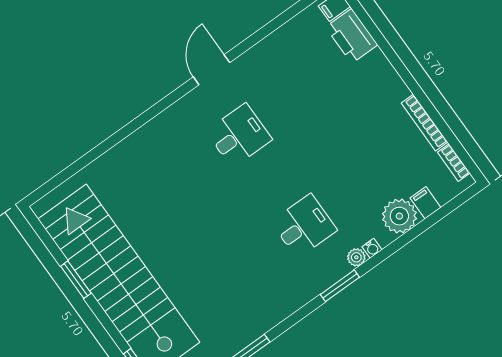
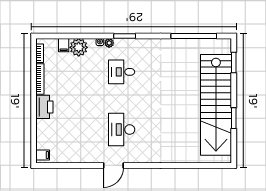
printer: (352, 36) -> (44, 107), moved
desk: (239, 135) -> (122, 130), width x1.37

